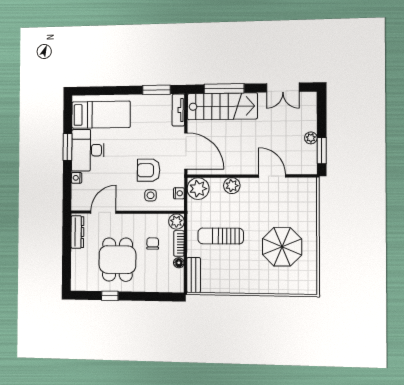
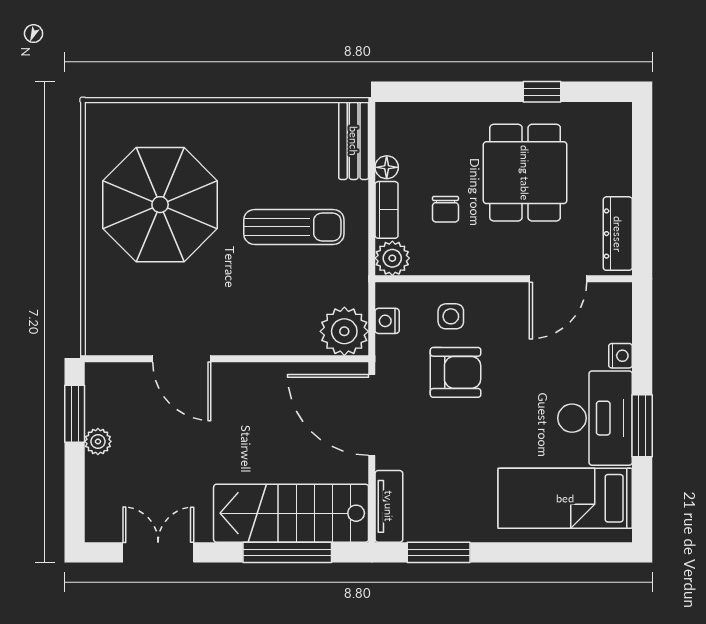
plant: (232, 186) -> (270, 338), removed
parasol: (282, 247) -> (160, 205), width x1.36, depth x1.36

